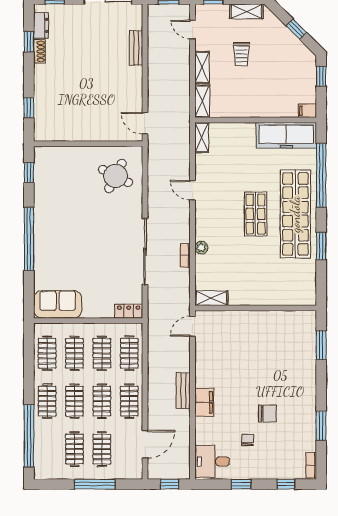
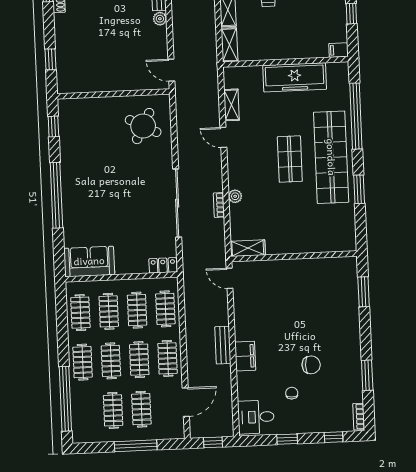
plant: (136, 73) -> (160, 19), added
freezer: (286, 135) -> (295, 77), moved
shelving: (202, 138) -> (232, 105), moved
door: (192, 326) -> (230, 278), hinge flipped

